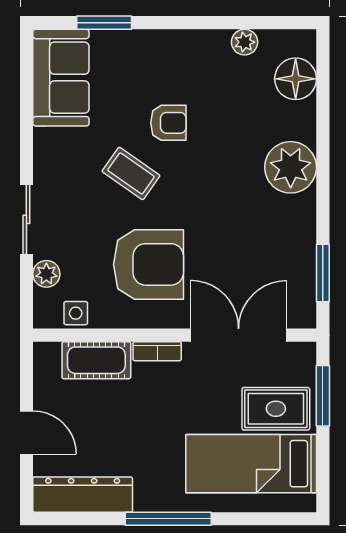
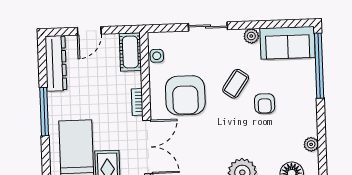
window: (104, 23) -> (319, 66), width x2.11
plant: (46, 274) -> (251, 36), moved
cot: (96, 360) -> (130, 52), moved

